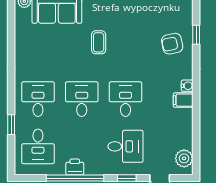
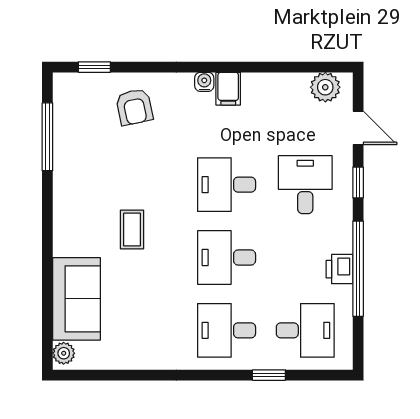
window: (196, 35) -> (94, 67), moved
coffee table: (99, 42) -> (132, 230), turned 90

